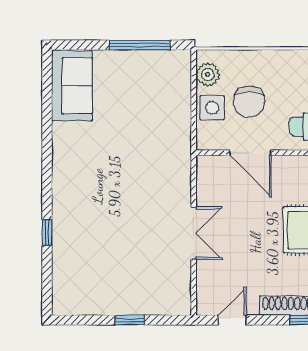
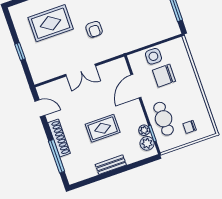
plant: (208, 75) -> (171, 47), removed
armchair: (135, 188) -> (94, 29), added
rug: (101, 255) -> (51, 23), added

